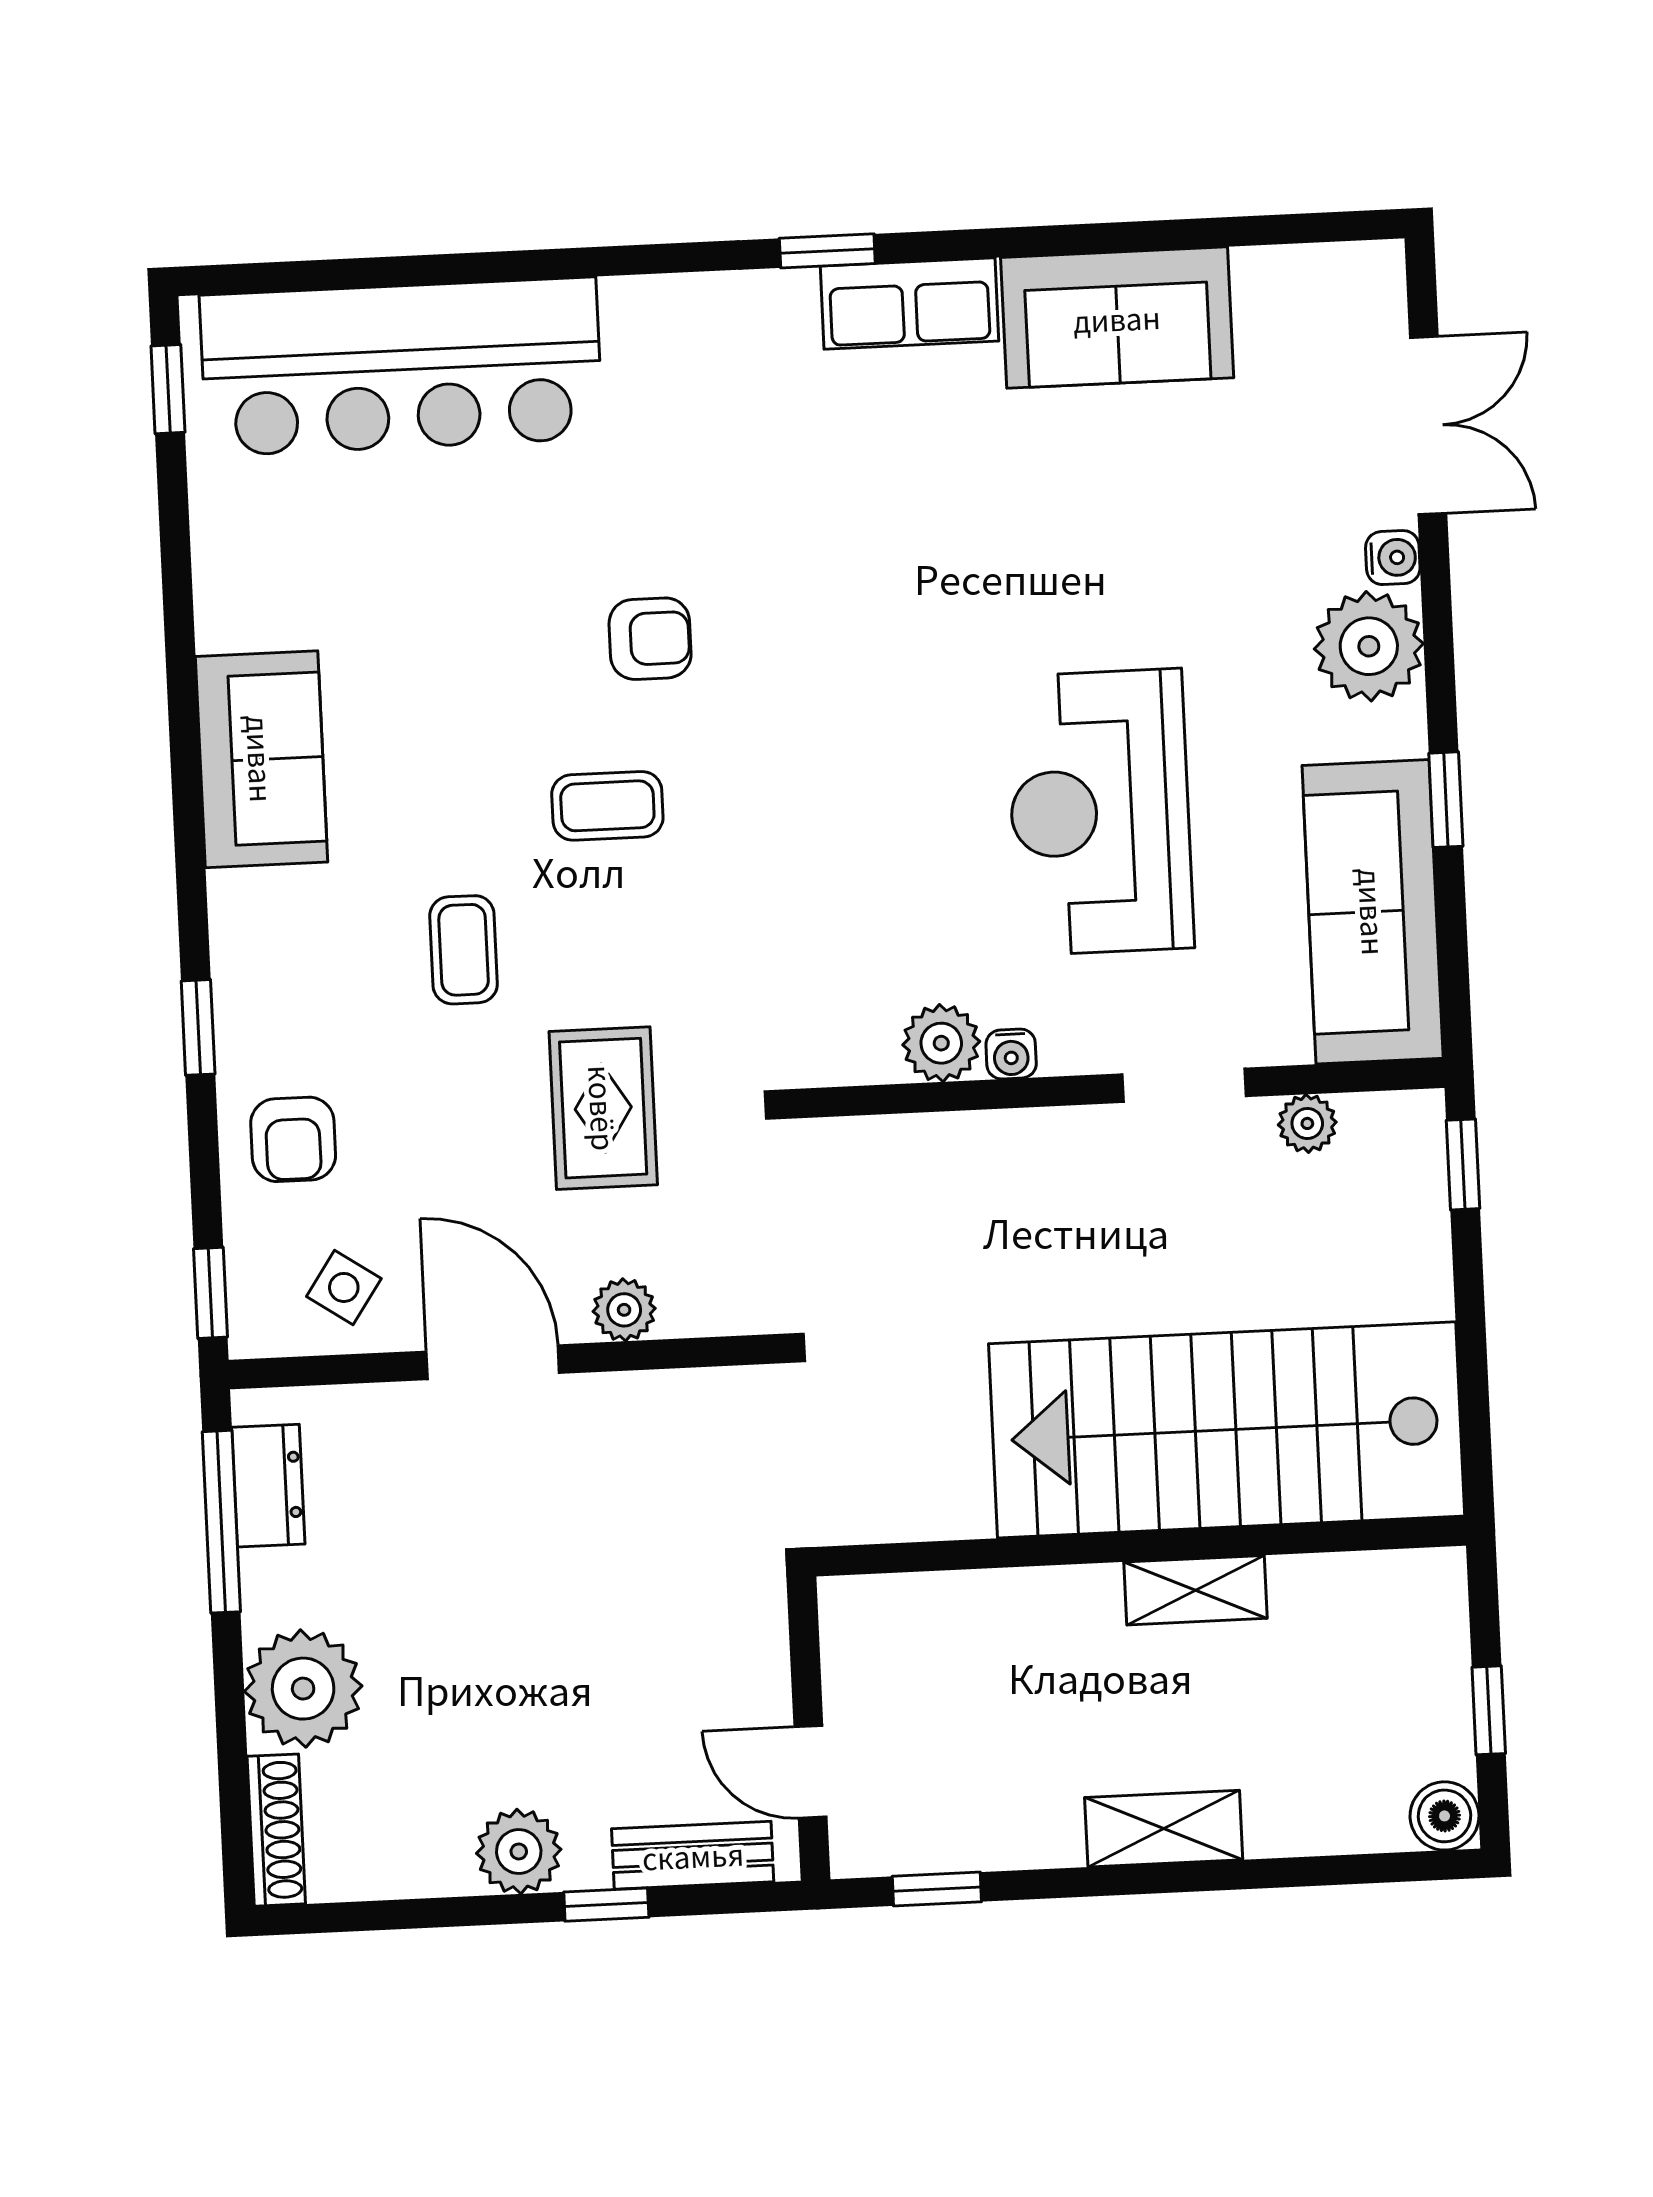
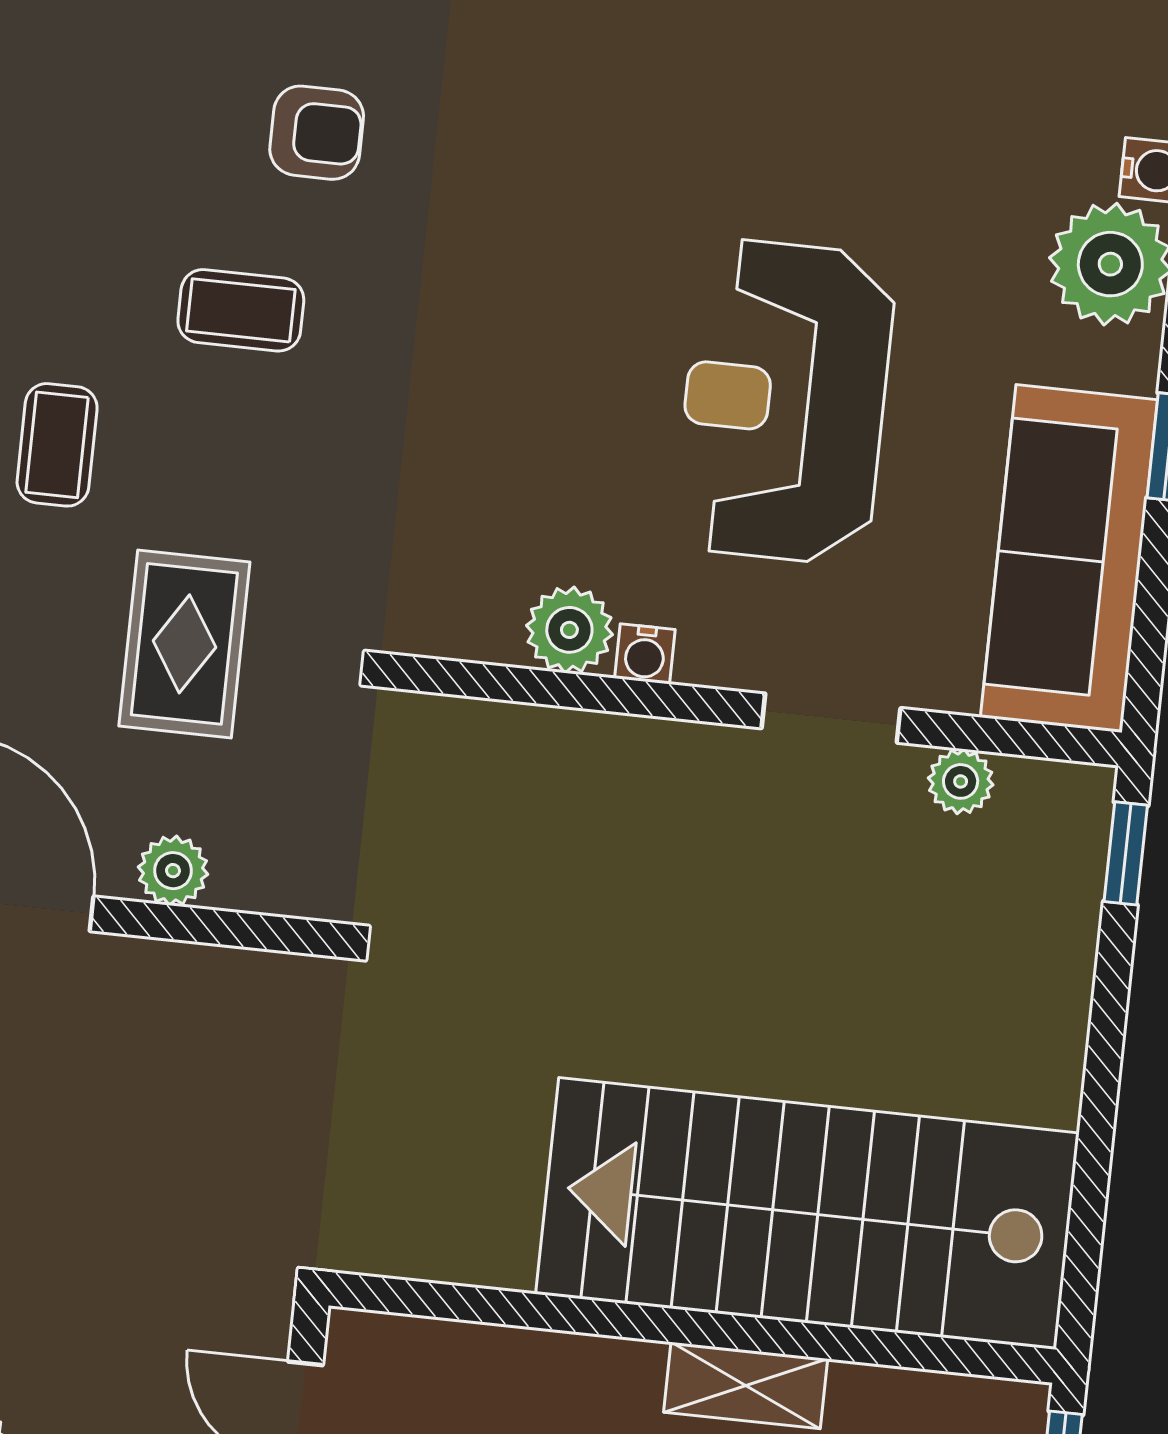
stairs: (1227, 1430) -> (807, 1214), moved
wall: (1140, 1546) -> (692, 1328), moved
shelving: (1196, 1590) -> (746, 1385), moved

